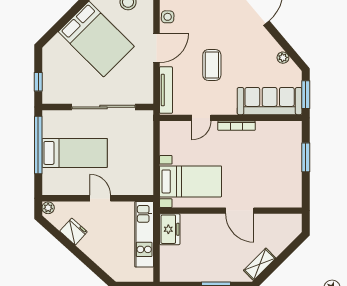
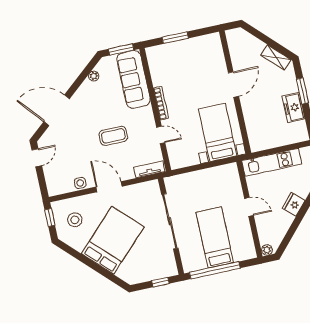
tv unit: (166, 90) -> (149, 169), width x0.71
door: (100, 198) -> (249, 207), swing flipped
freezer: (170, 229) -> (293, 107), moved, turned -90
fridge: (73, 232) -> (294, 204), moved

